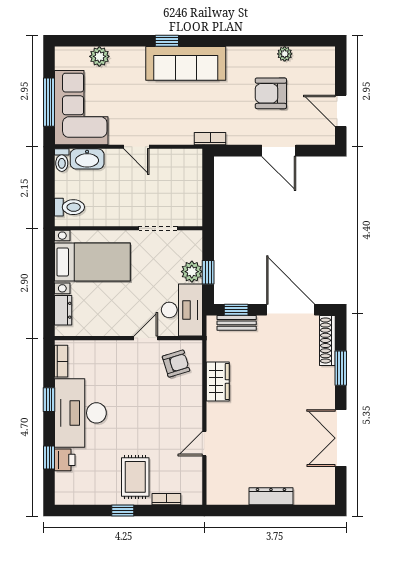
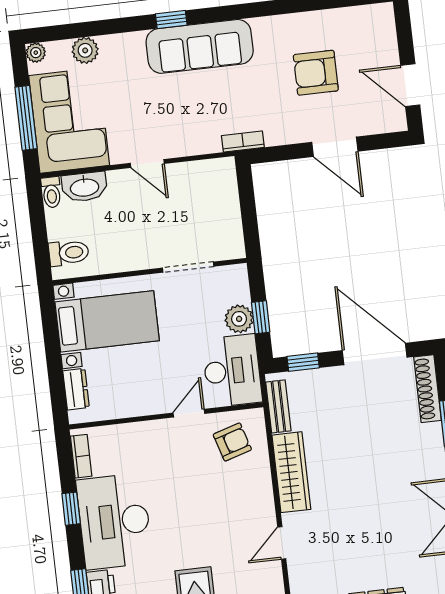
plant: (285, 54) -> (36, 53), moved
bench: (237, 323) -> (278, 406), moved, turned 90
wardrobe: (218, 382) -> (291, 472), width x1.50

